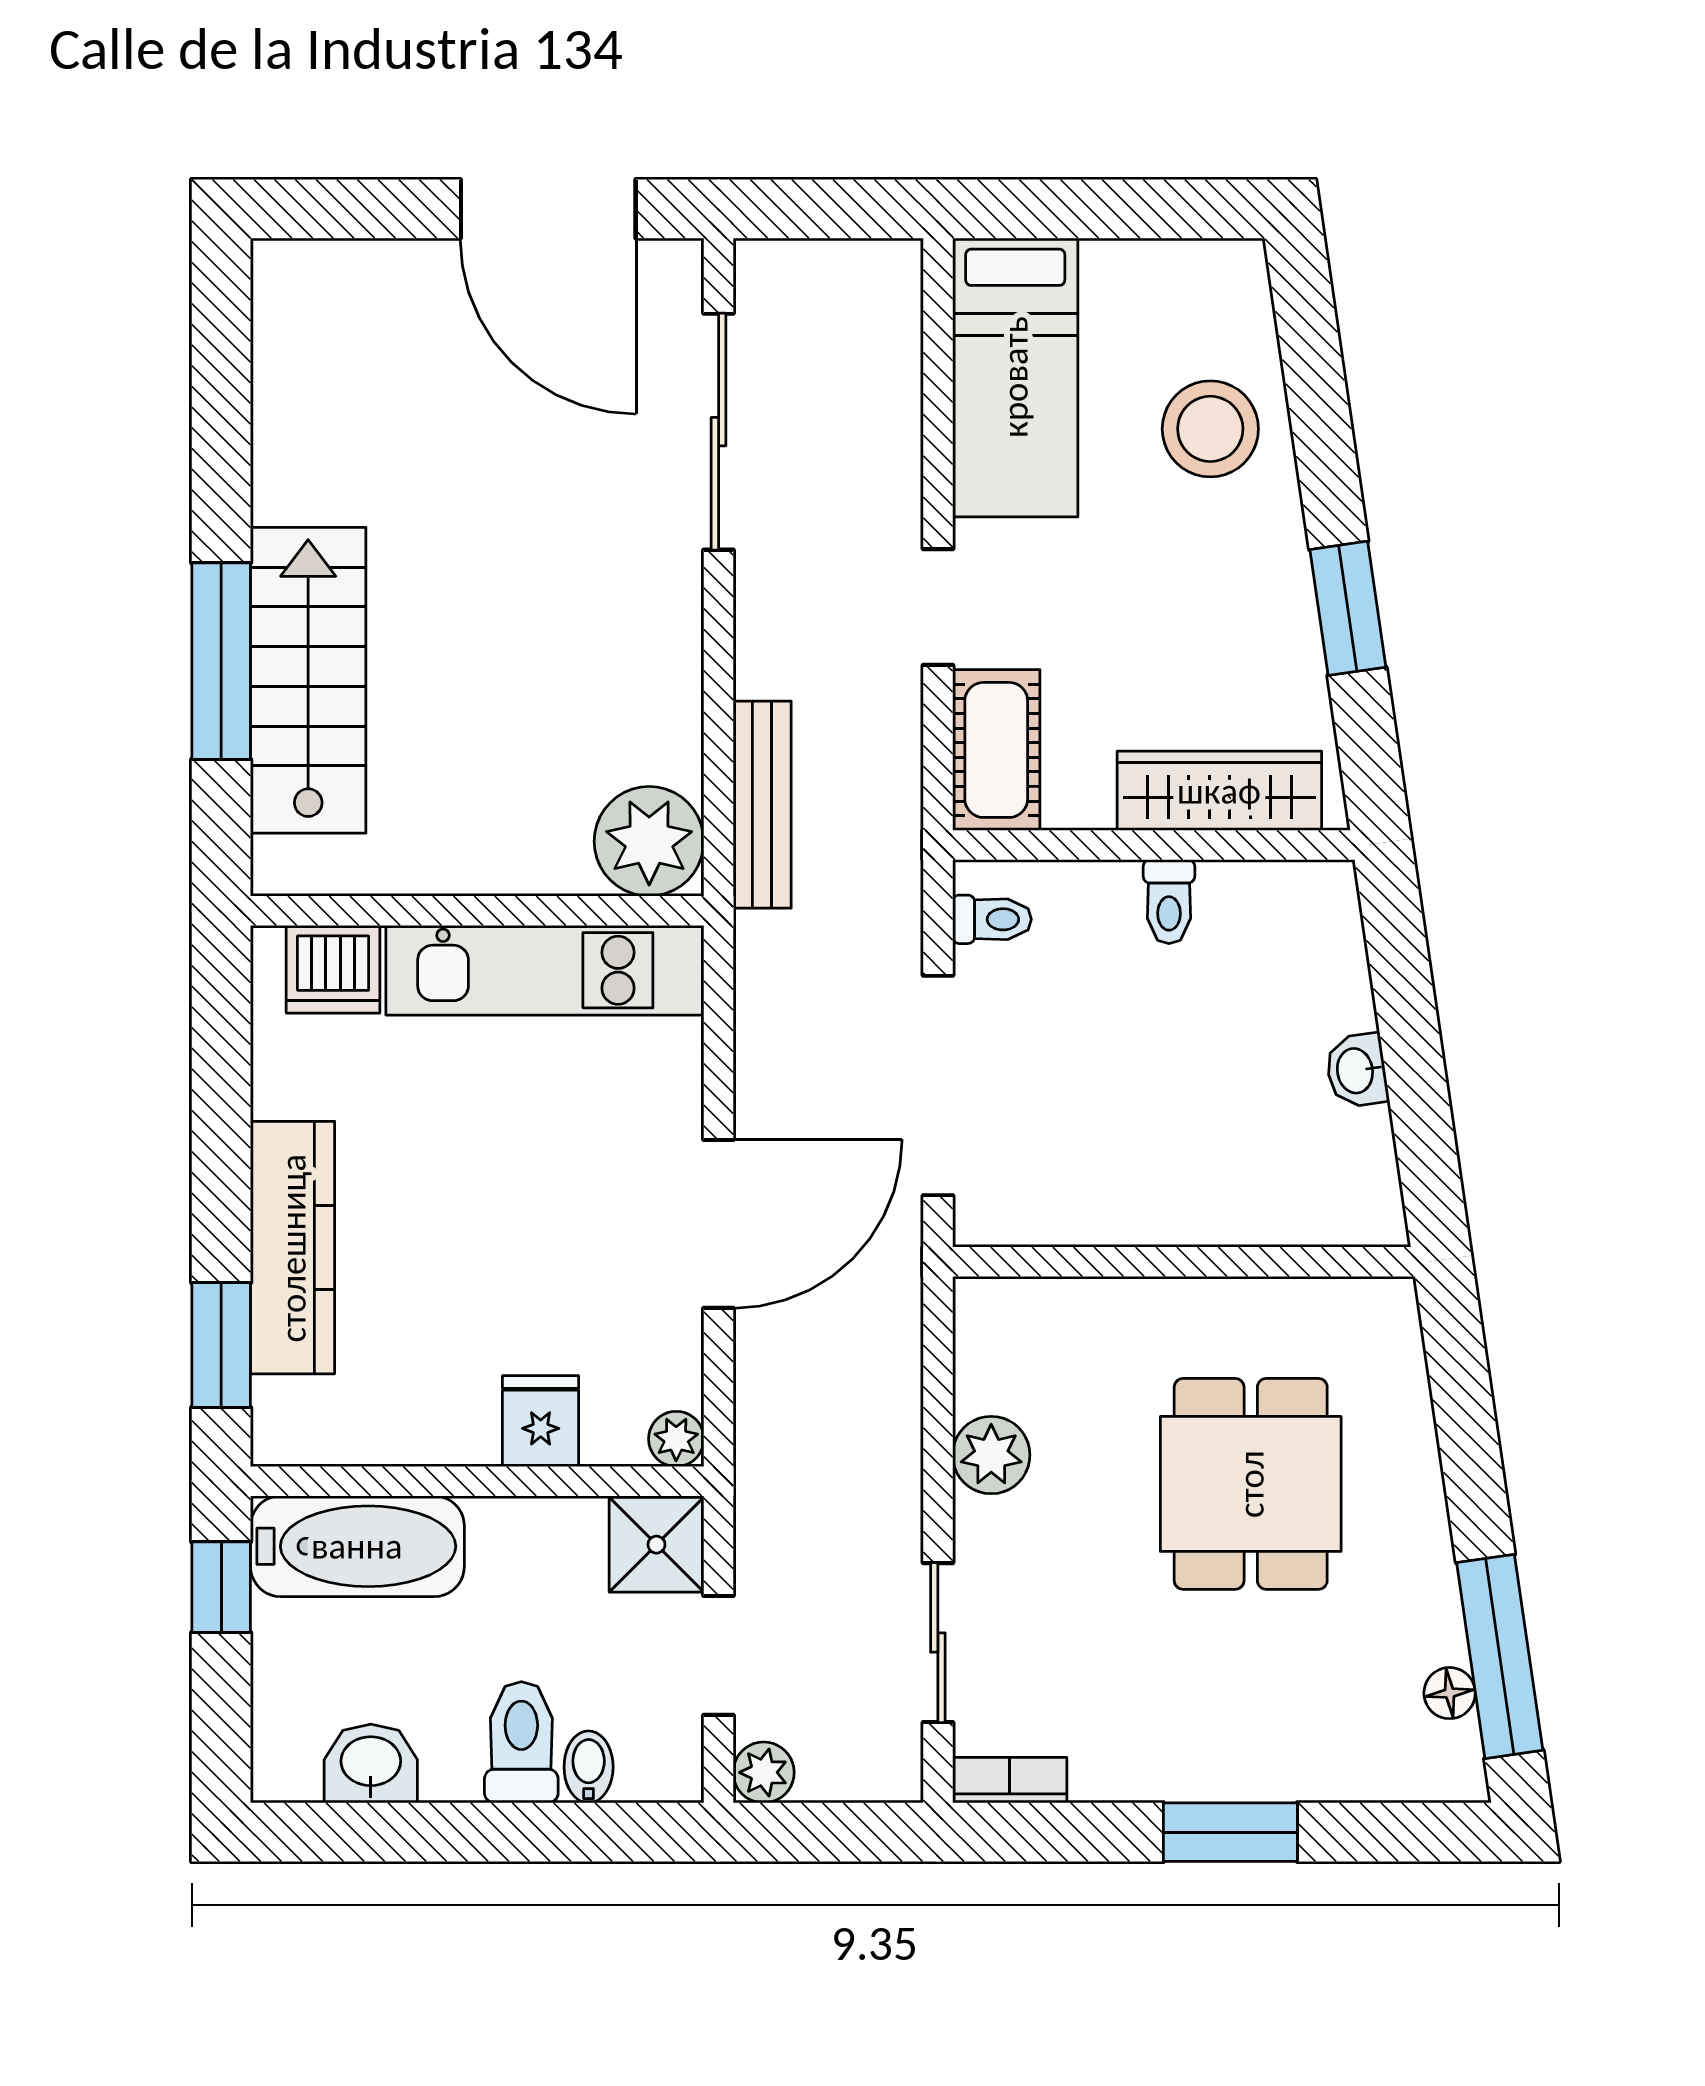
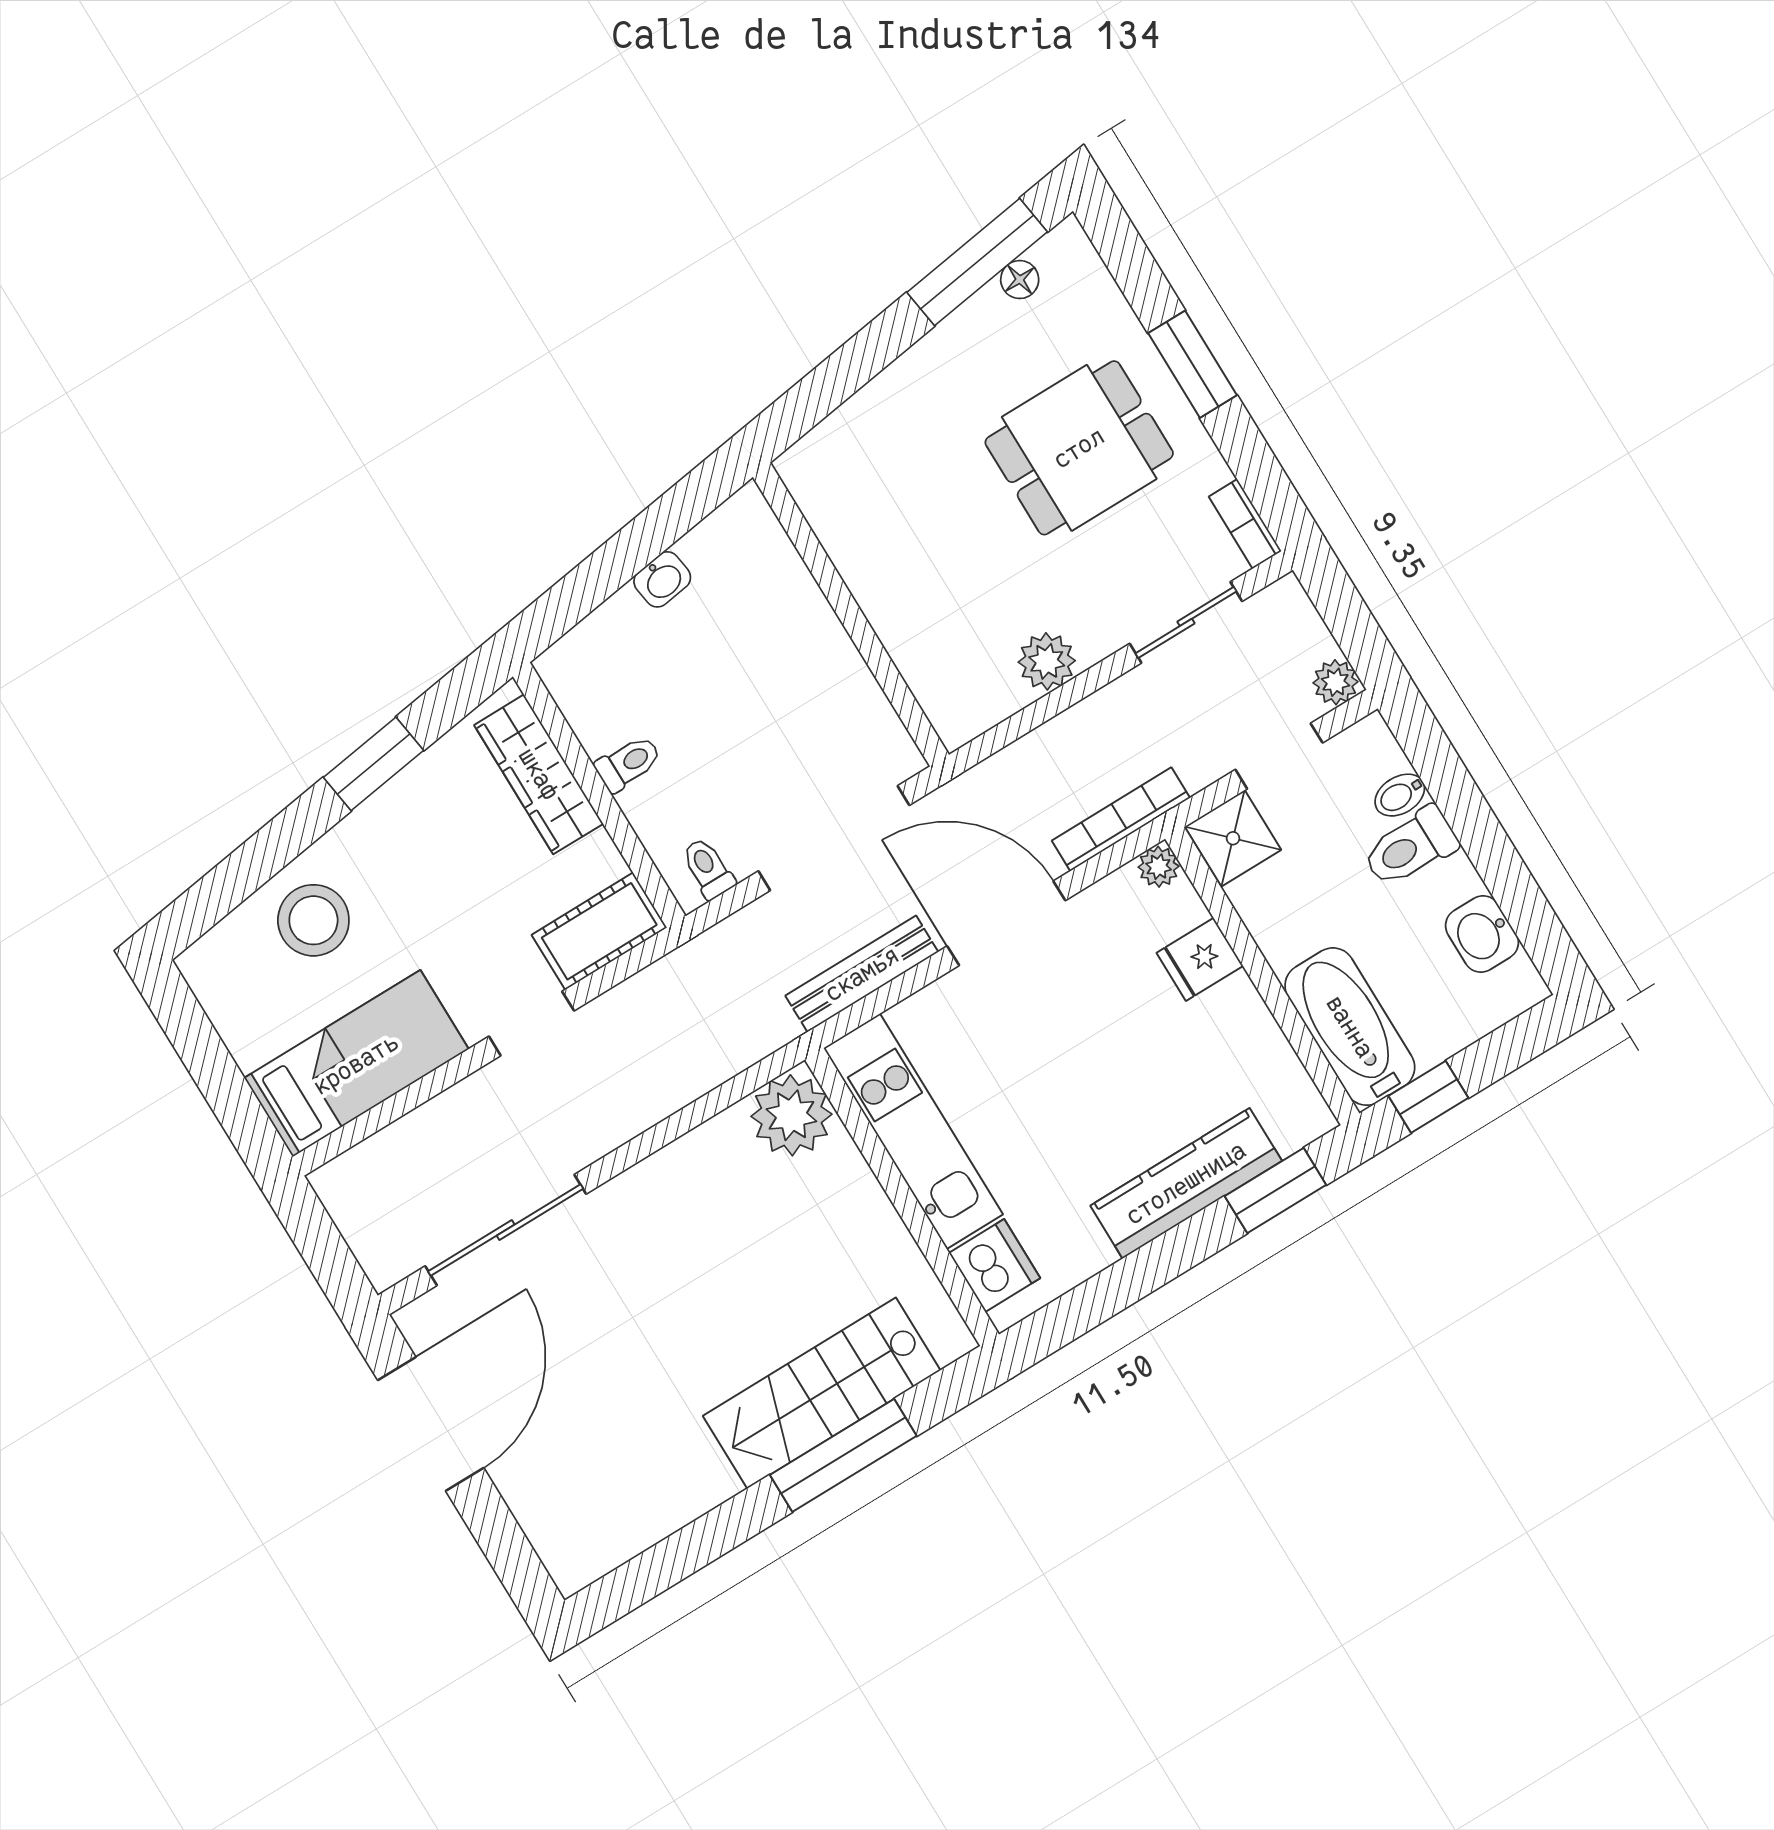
bench: (762, 805) -> (862, 974), moved
bookcase: (757, 1429) -> (1121, 819), added
dining table: (1251, 1484) -> (1079, 448), moved

